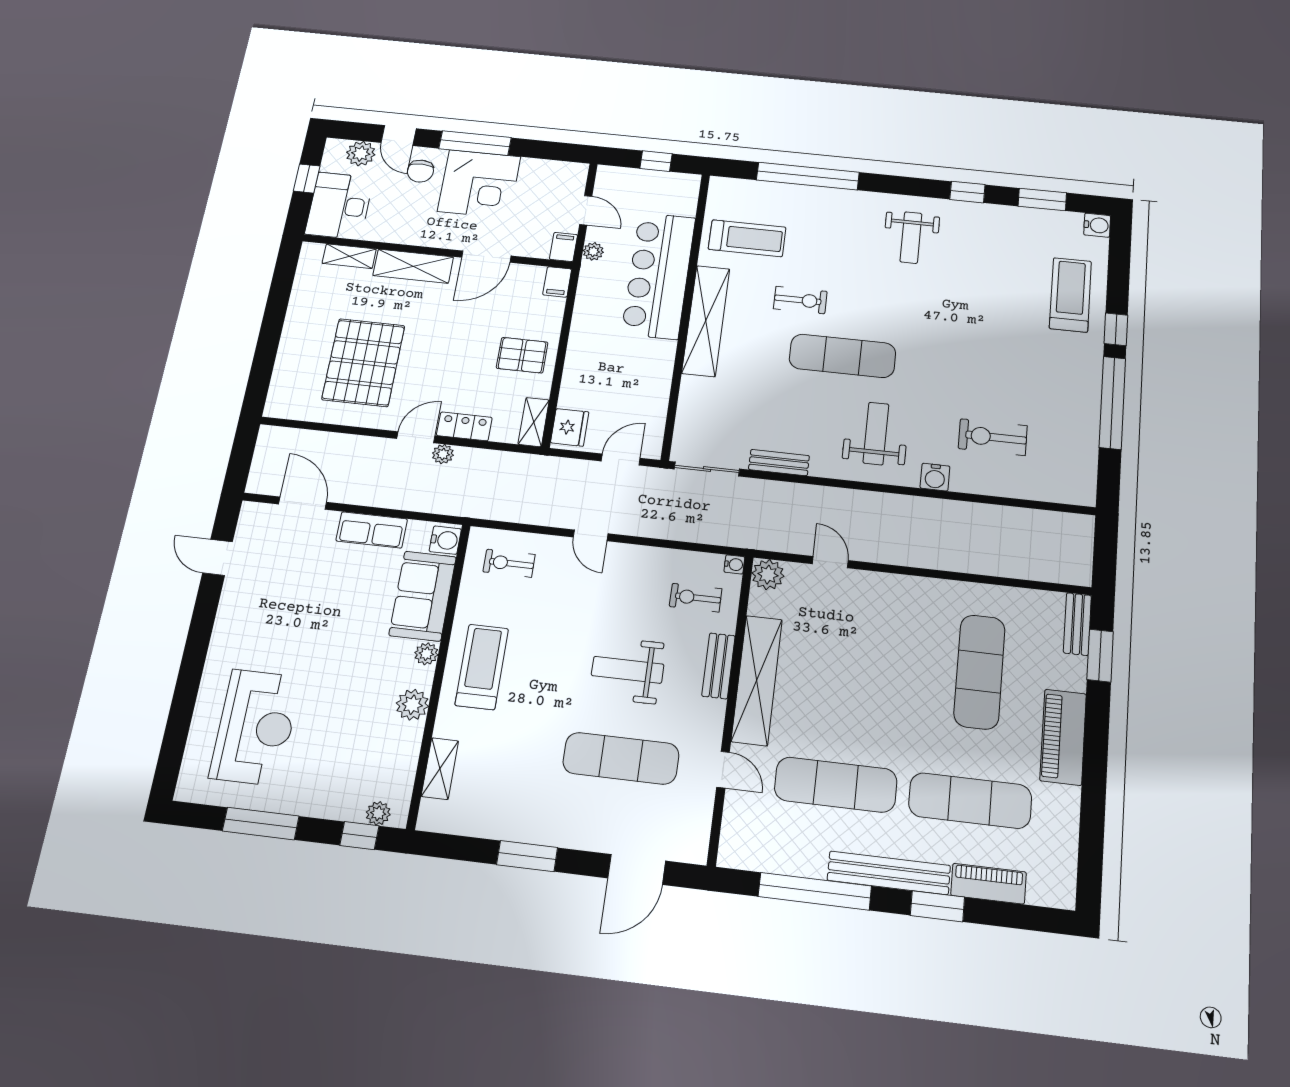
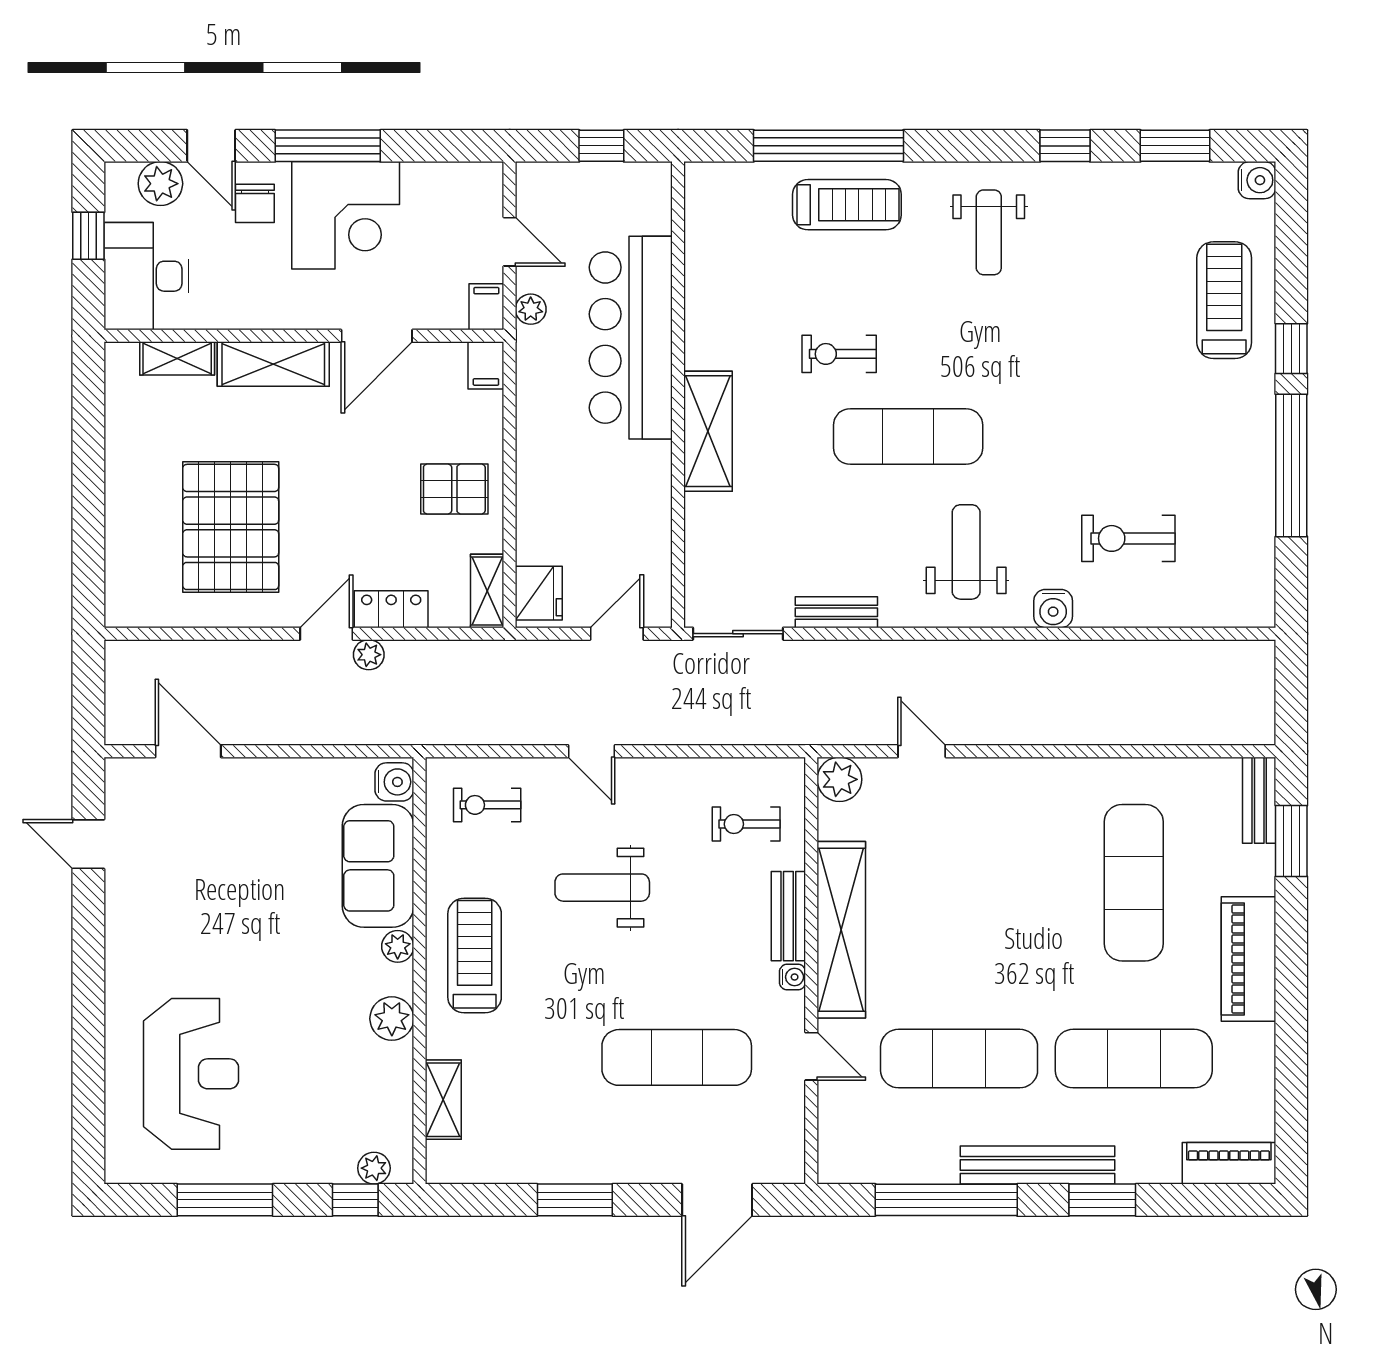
treadmill: (747, 238) -> (847, 205), moved
exercise bike: (800, 300) -> (839, 354), turned 180
shelving: (706, 321) -> (708, 431), width x0.68
row of seats: (372, 530) -> (291, 779), removed
water cooler: (734, 564) -> (792, 977), moved
weight bench: (628, 670) -> (602, 888), moved
piano: (989, 884) -> (1229, 1163), moved

